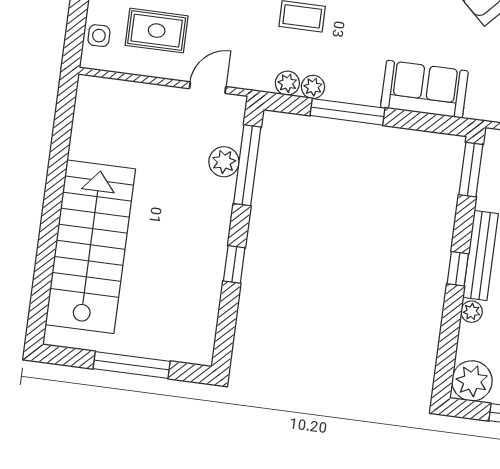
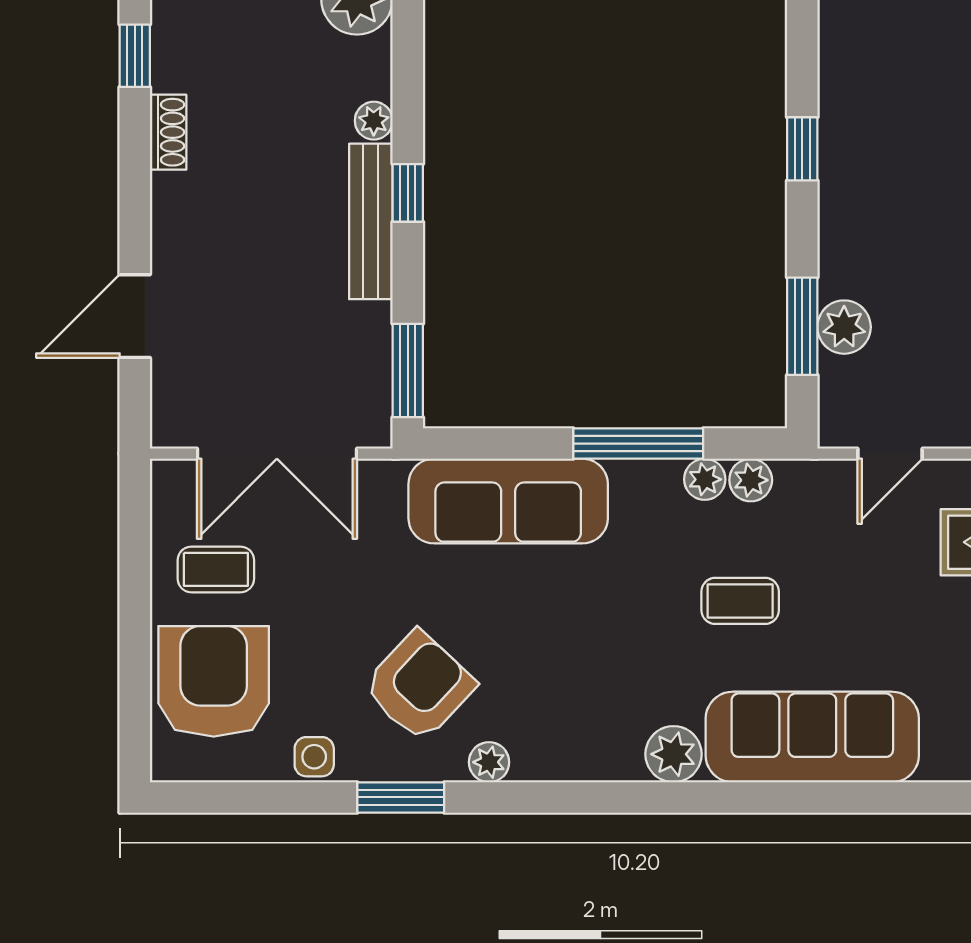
sofa: (424, 89) -> (508, 501), width x1.36
window: (247, 165) -> (802, 326), width x0.69

